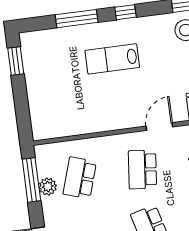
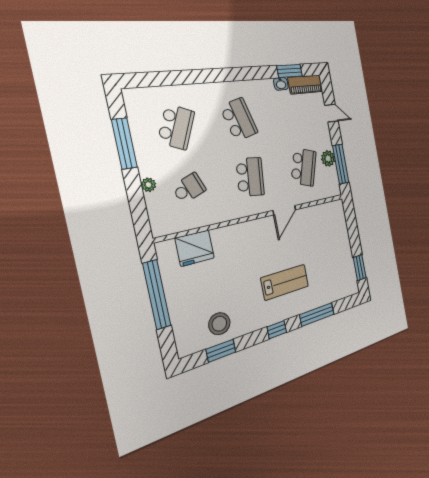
door: (159, 127) -> (284, 210), moved

